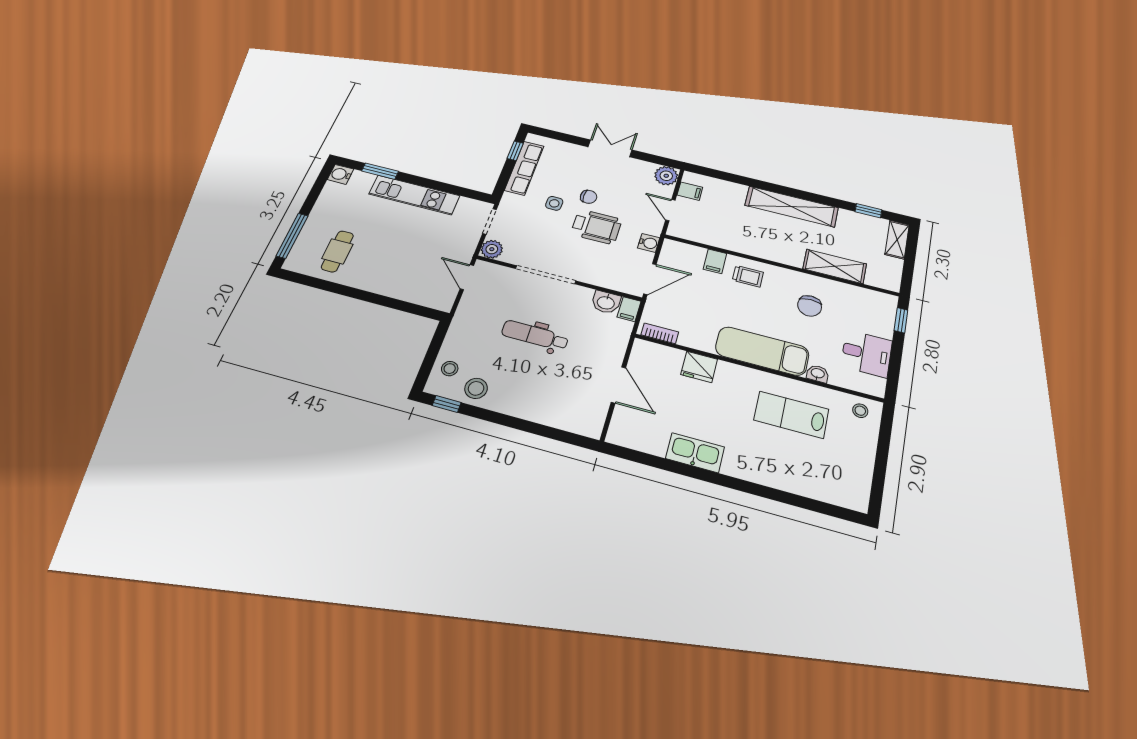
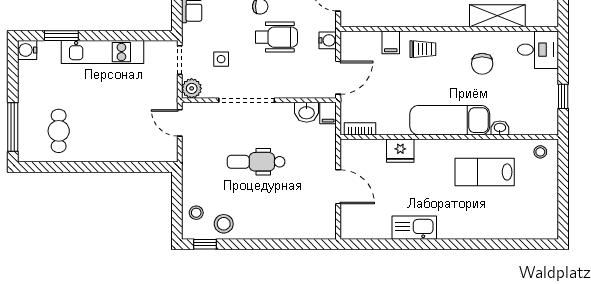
side table: (554, 203) -> (221, 59), moved
window: (901, 320) -> (563, 96), moved
desk: (867, 354) -> (538, 50), moved

